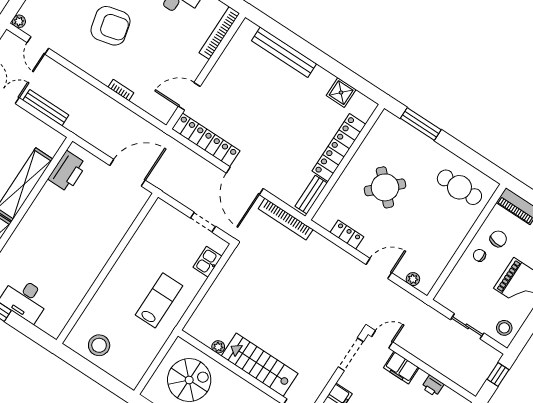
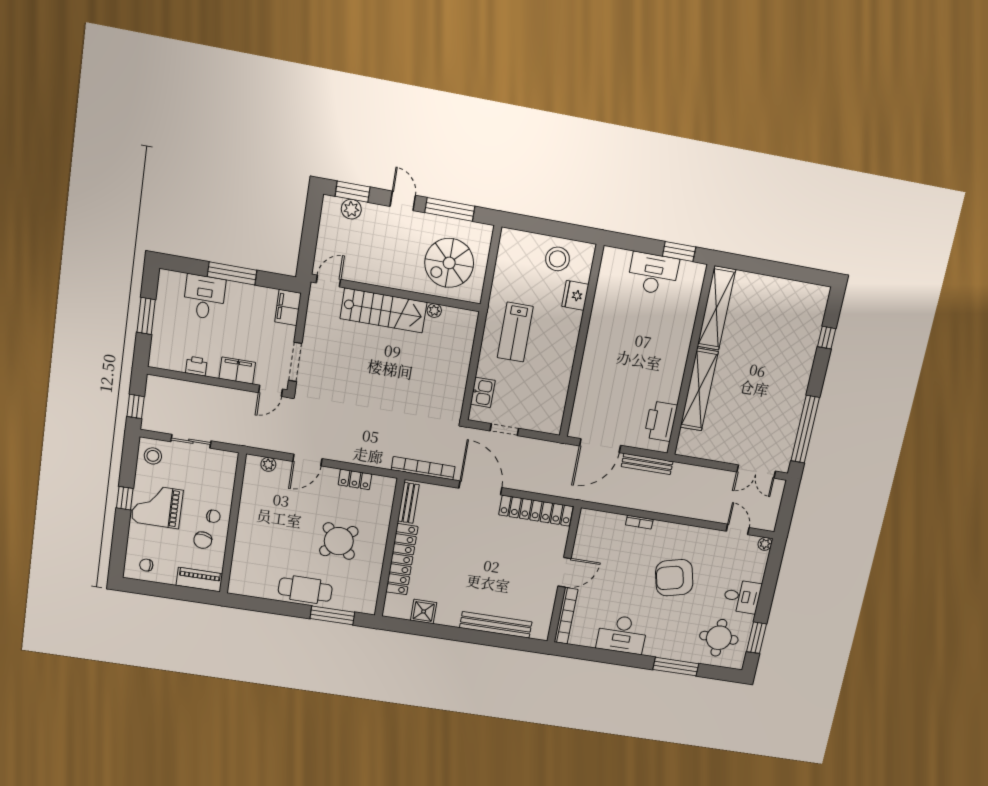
door: (189, 96) -> (565, 572), moved
bench: (46, 108) -> (647, 464), moved
cafe table: (459, 187) -> (305, 590), moved
fridge: (97, 309) -> (575, 295), added

